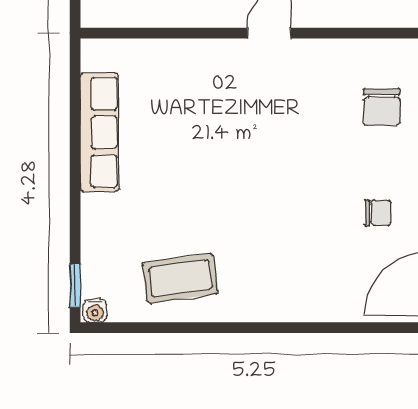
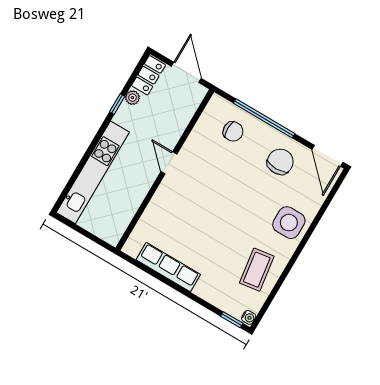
chair: (378, 213) -> (280, 162), width x1.87, depth x1.87
side table: (287, 285) -> (289, 223), added

